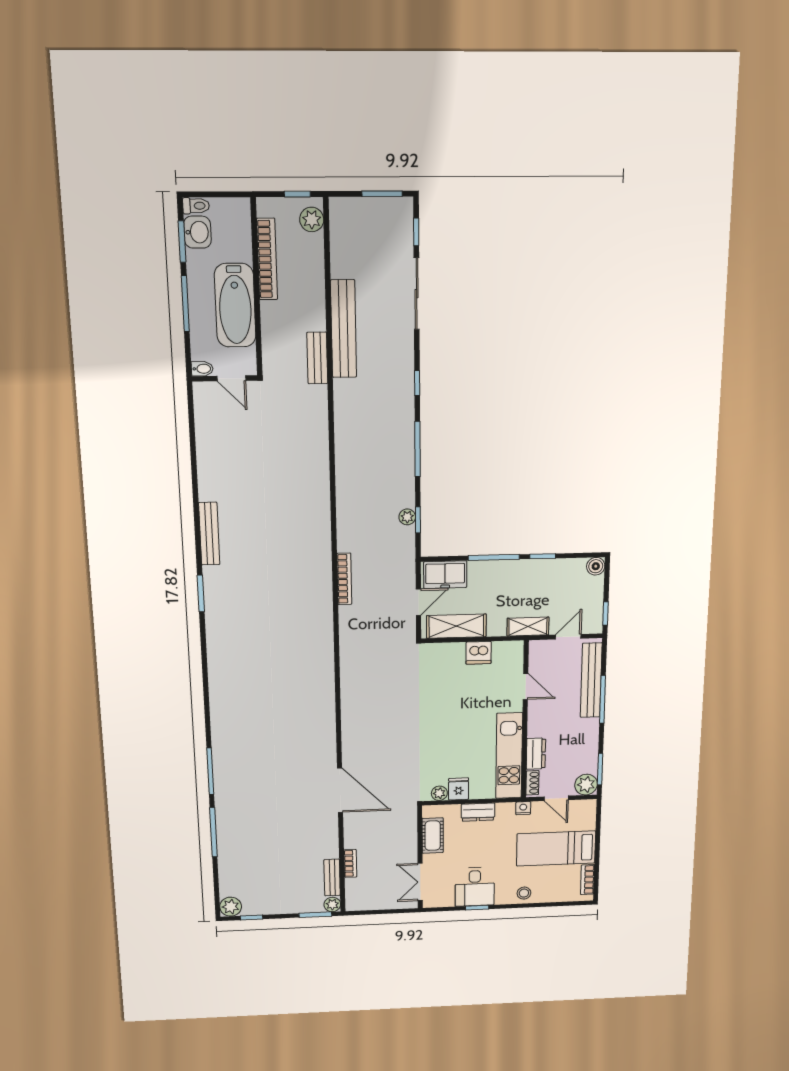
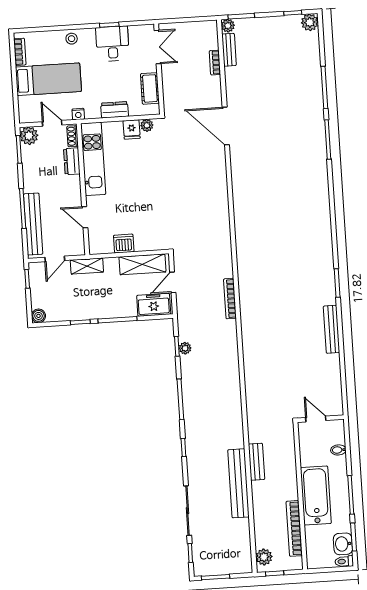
wall: (225, 378) -> (321, 419), moved
door: (231, 378) -> (316, 419), moved

